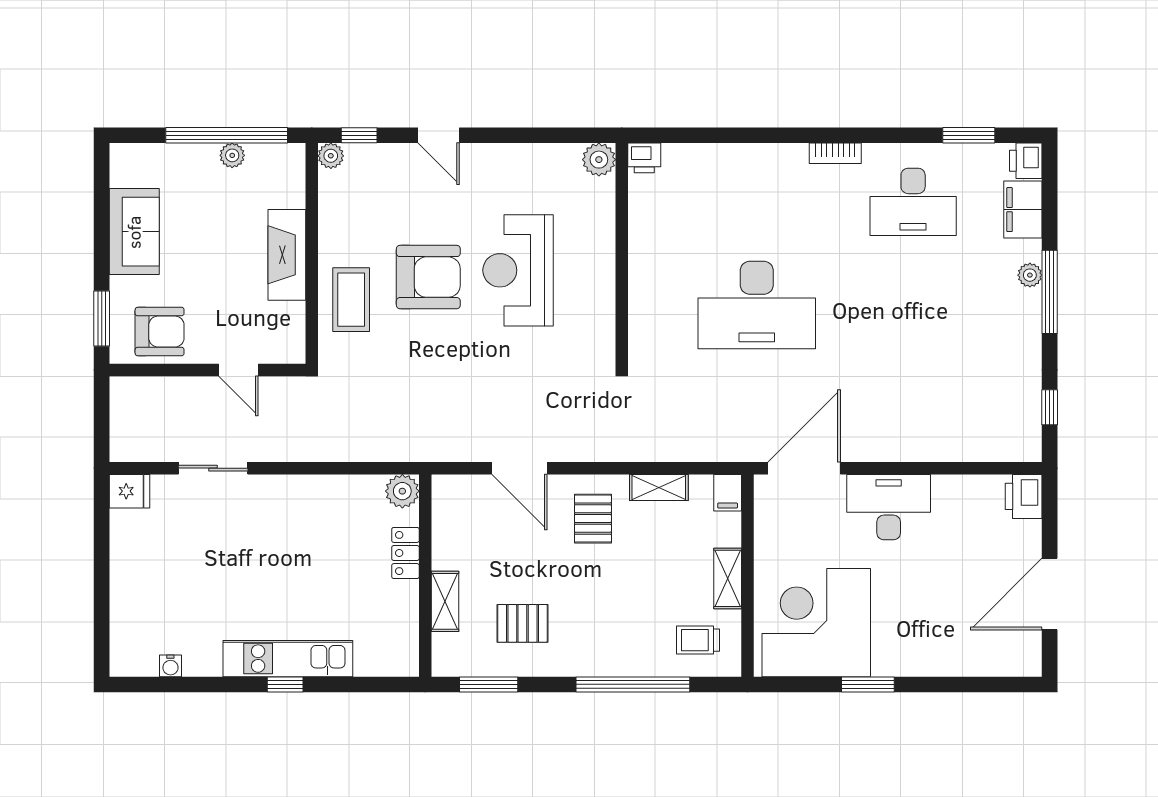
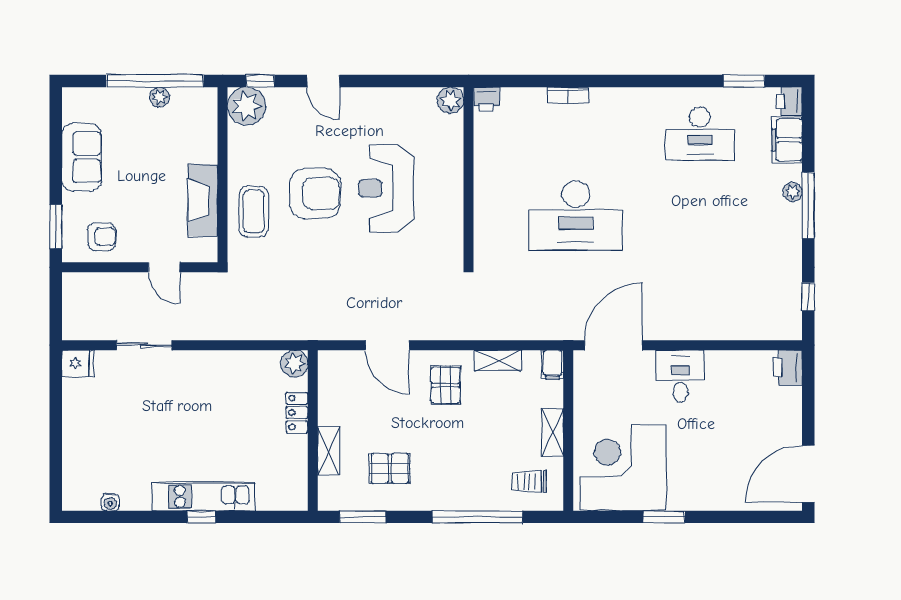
bookcase: (835, 153) -> (568, 95), moved
plant: (331, 156) -> (247, 106), width x1.88, depth x1.88
fireplace: (287, 255) -> (203, 200), moved
armchair: (160, 332) -> (102, 237), width x0.72, depth x0.72
desk: (889, 507) -> (680, 376), width x0.73
door: (1050, 594) -> (808, 474), moved

